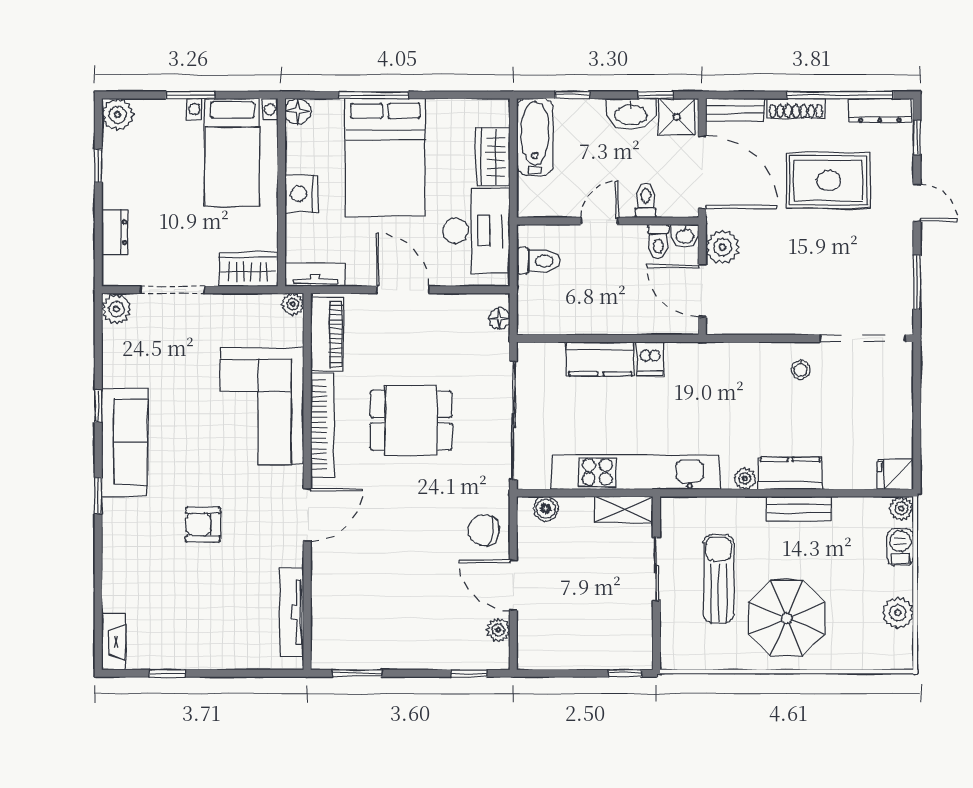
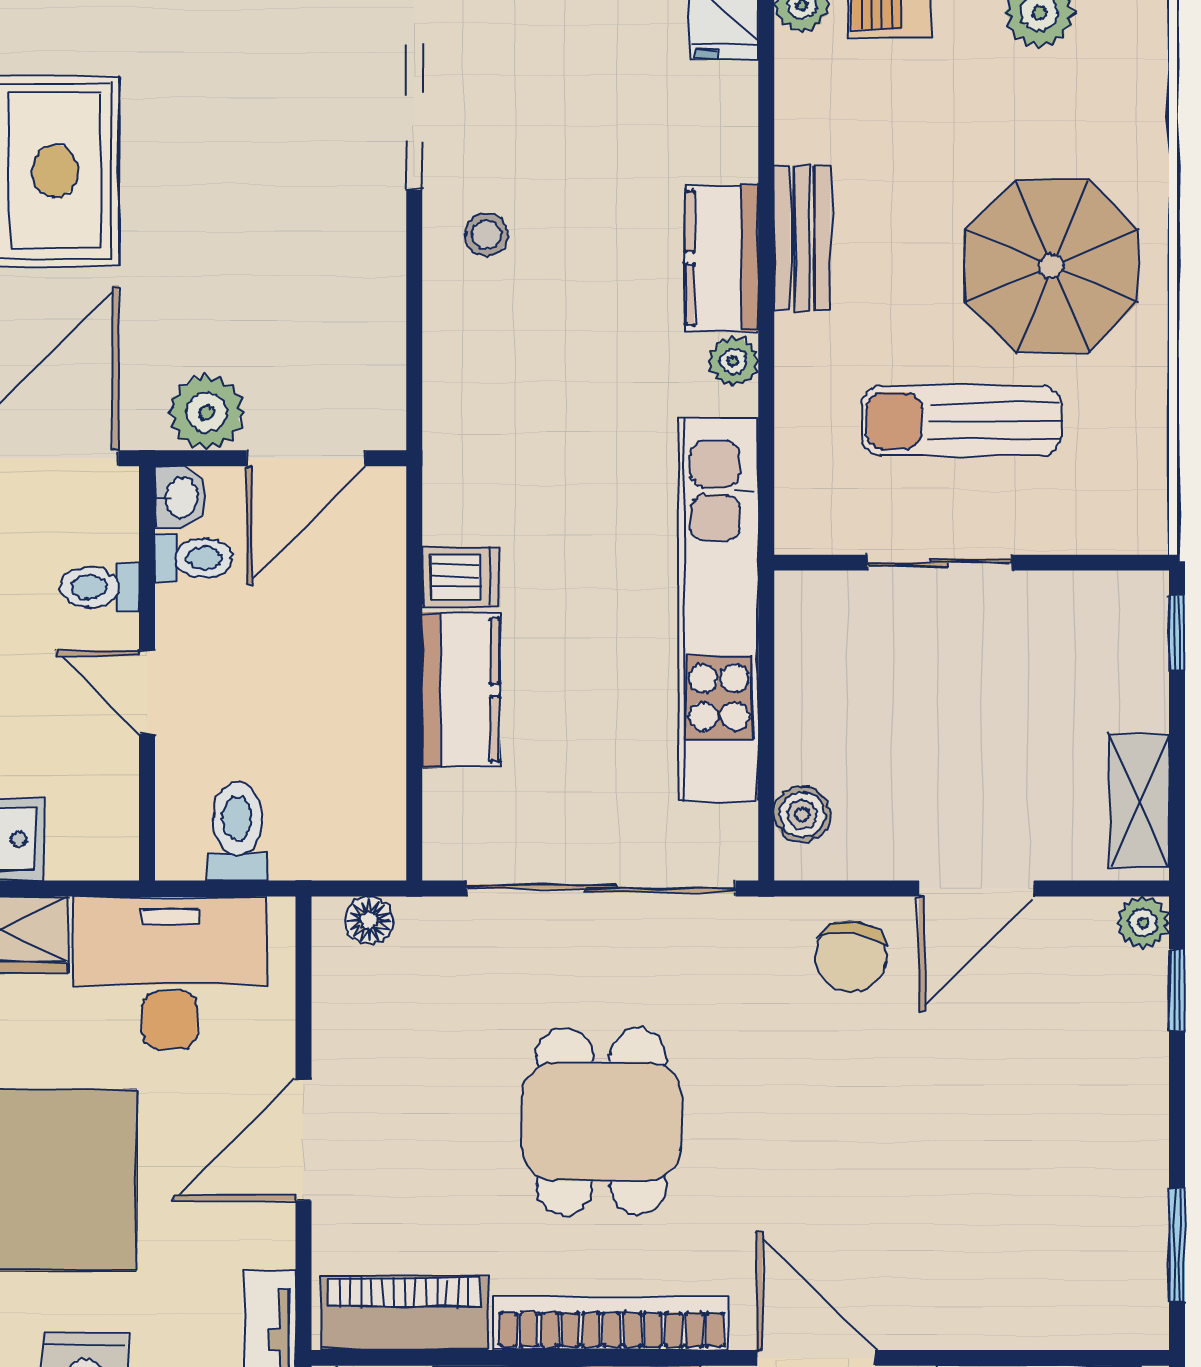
shelving: (624, 509) -> (1139, 801), moved
plant: (498, 630) -> (1143, 923), moved

